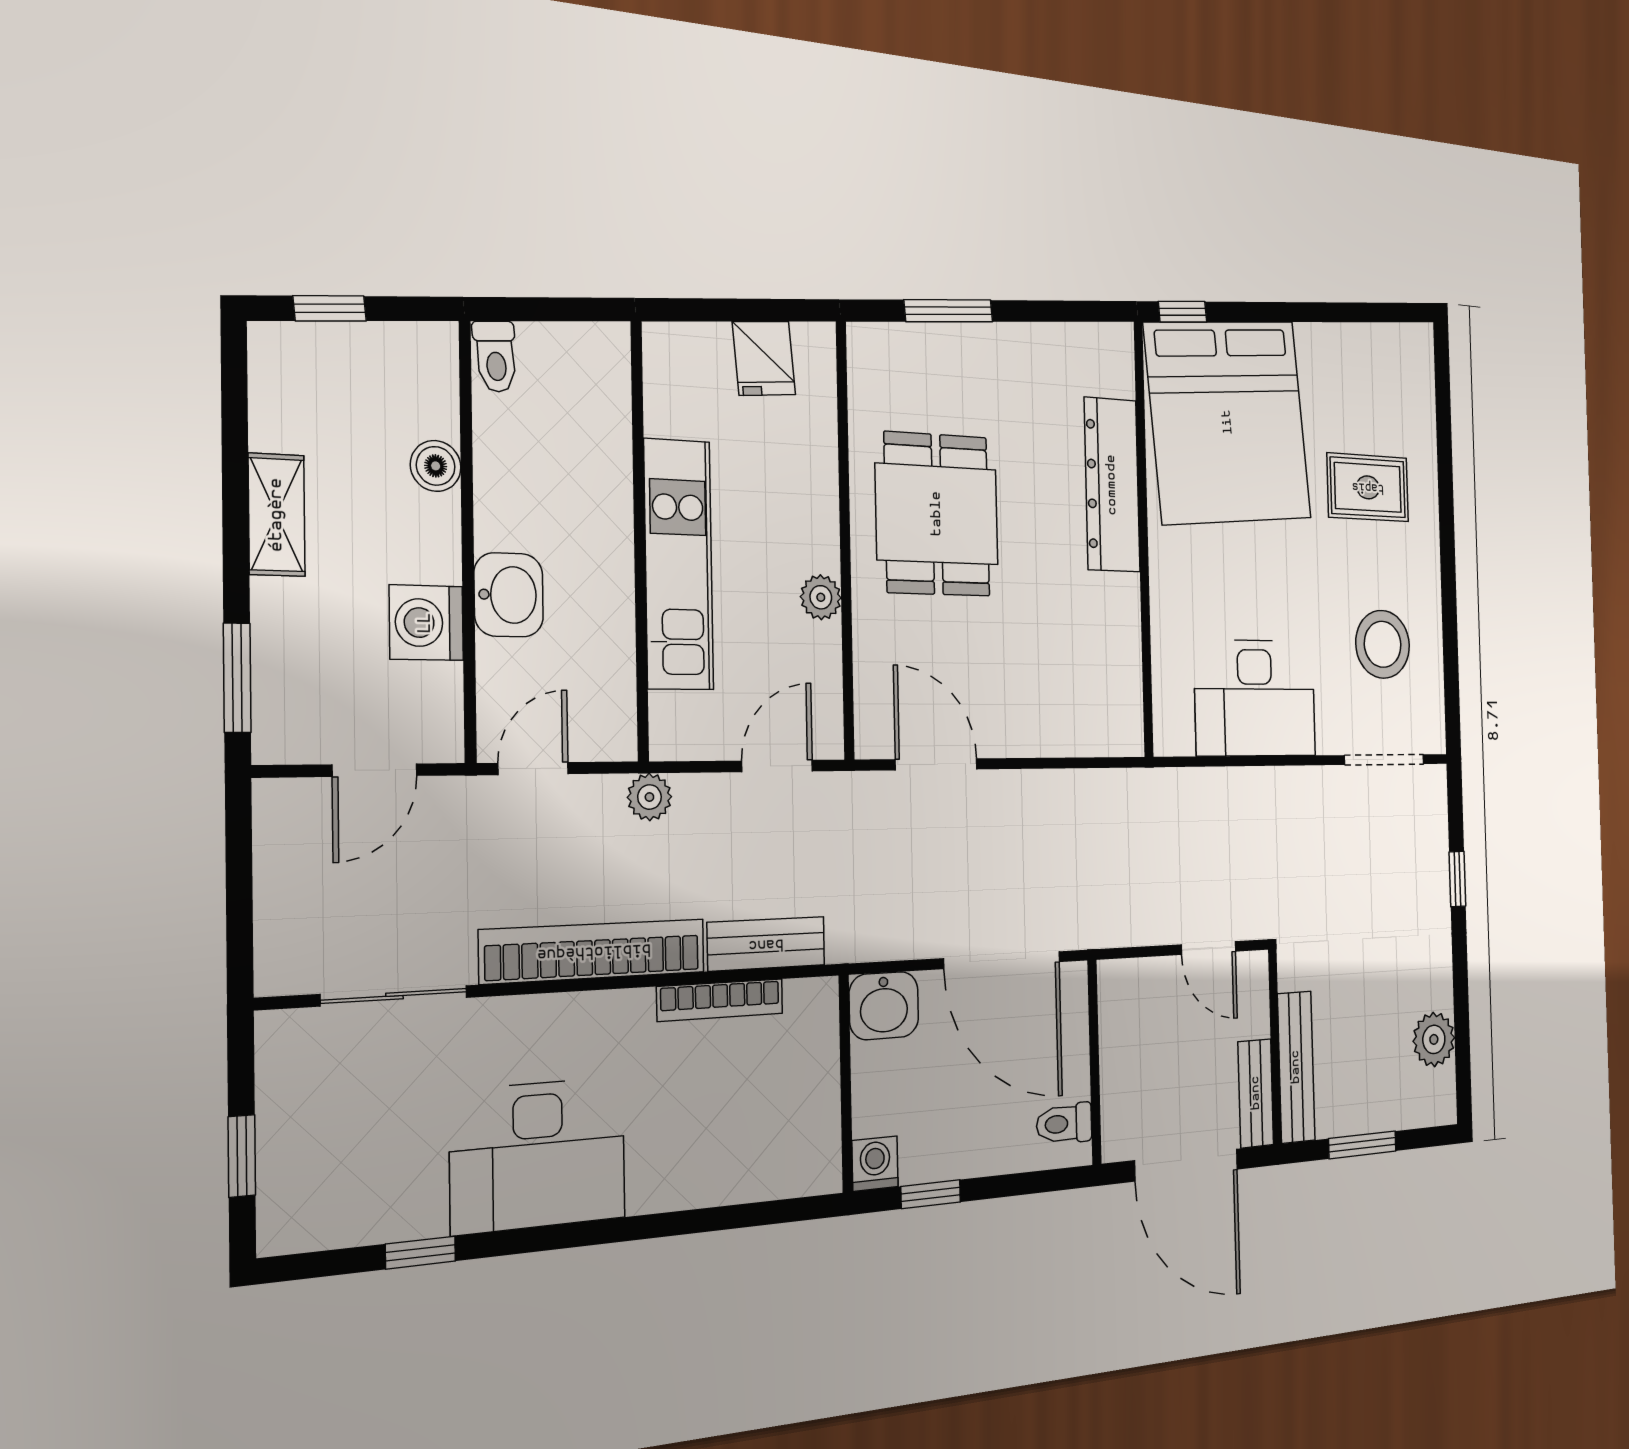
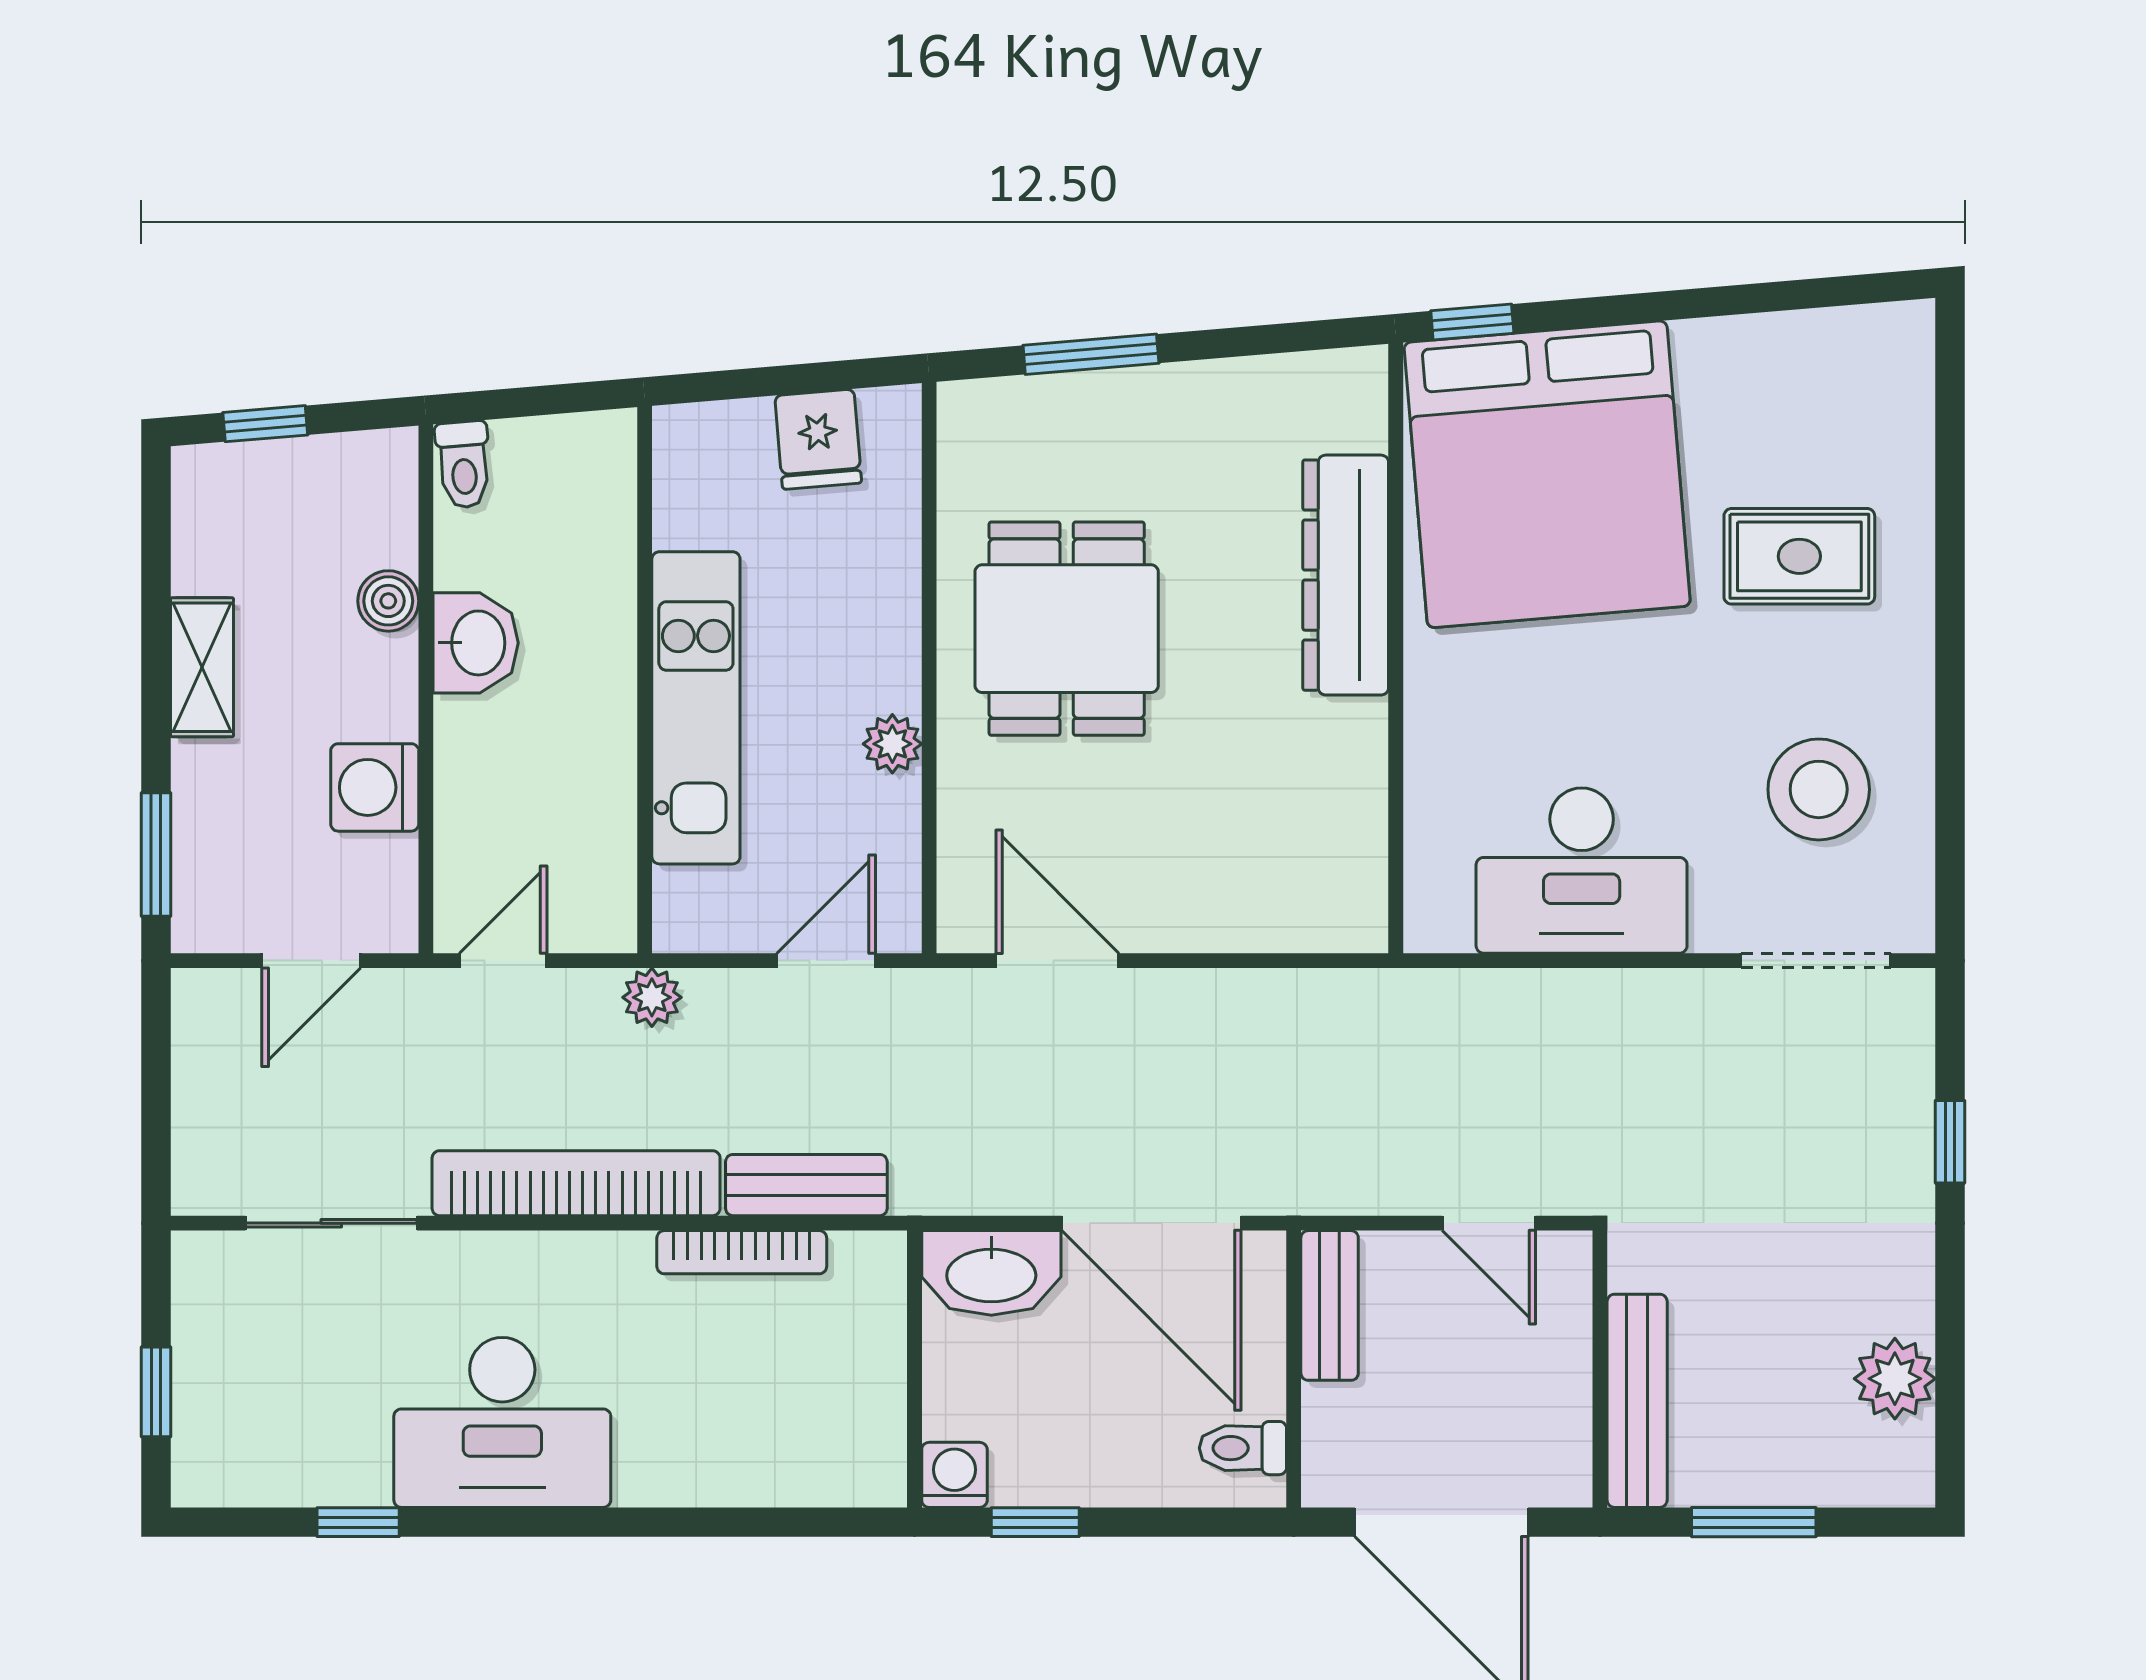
washbasin: (509, 595) -> (476, 643), moved
washbasin: (884, 1006) -> (991, 1273), width x1.38
bench: (1256, 1093) -> (1330, 1305), moved

